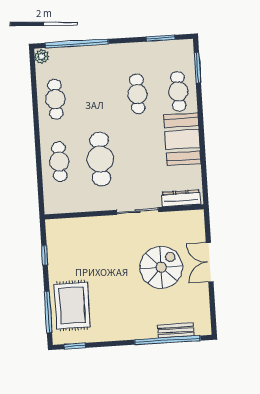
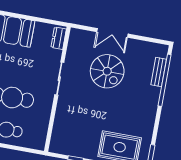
dresser: (181, 198) -> (59, 38), width x0.70
spiral stairs: (161, 267) -> (107, 71), turned 180

